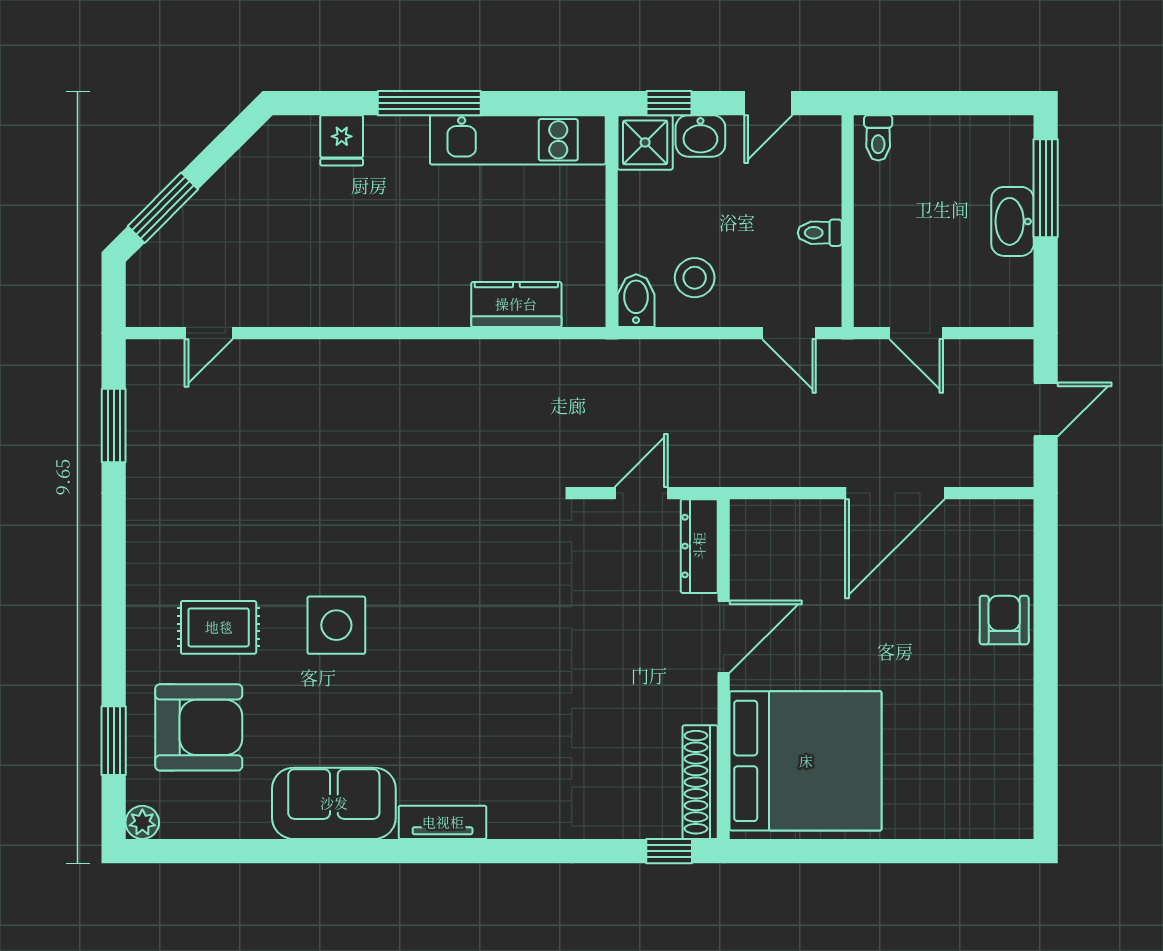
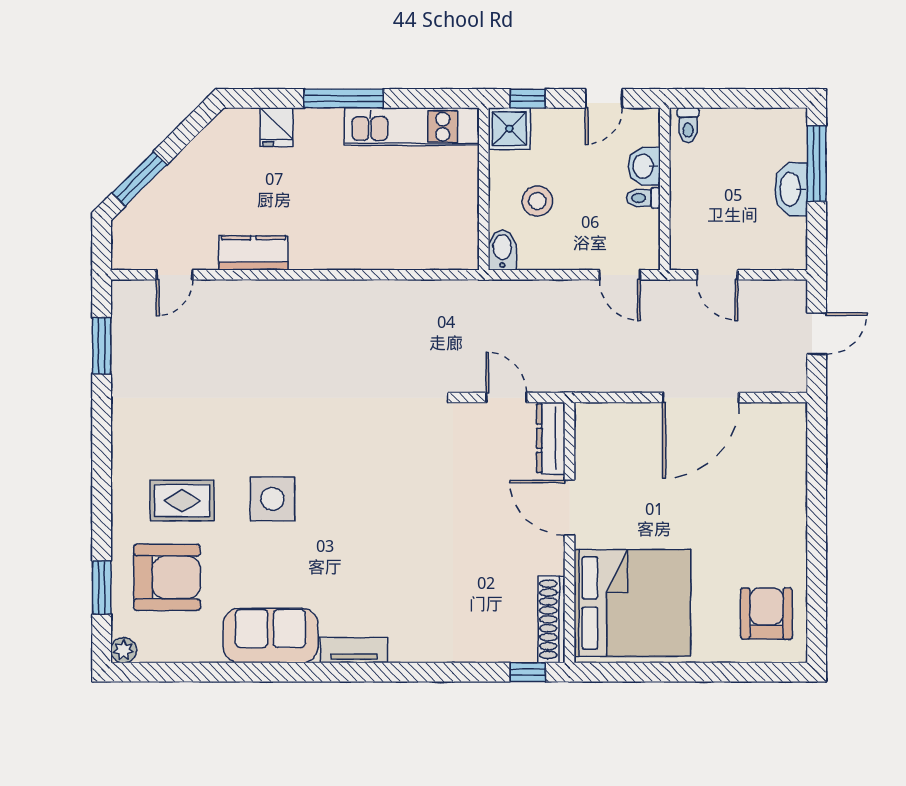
washbasin: (700, 136) -> (644, 166), moved, turned 90
stool: (695, 278) -> (537, 201), moved
kitchen counter: (516, 304) -> (253, 253), moved
door: (641, 493) -> (506, 398), hinge flipped
armchair: (1004, 620) -> (766, 614), moved, width x1.38, depth x1.38
door: (724, 637) -> (570, 508), swing flipped

